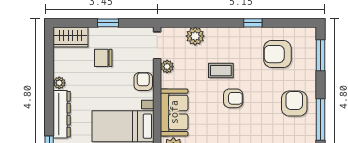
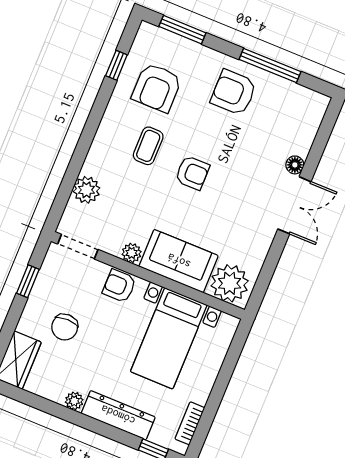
window: (108, 23) -> (28, 281), moved
window: (253, 23) -> (116, 65), moved
plant: (167, 67) -> (132, 253), moved
coffee table: (221, 71) -> (148, 146), moved
armchair: (233, 98) -> (192, 173), turned 90

